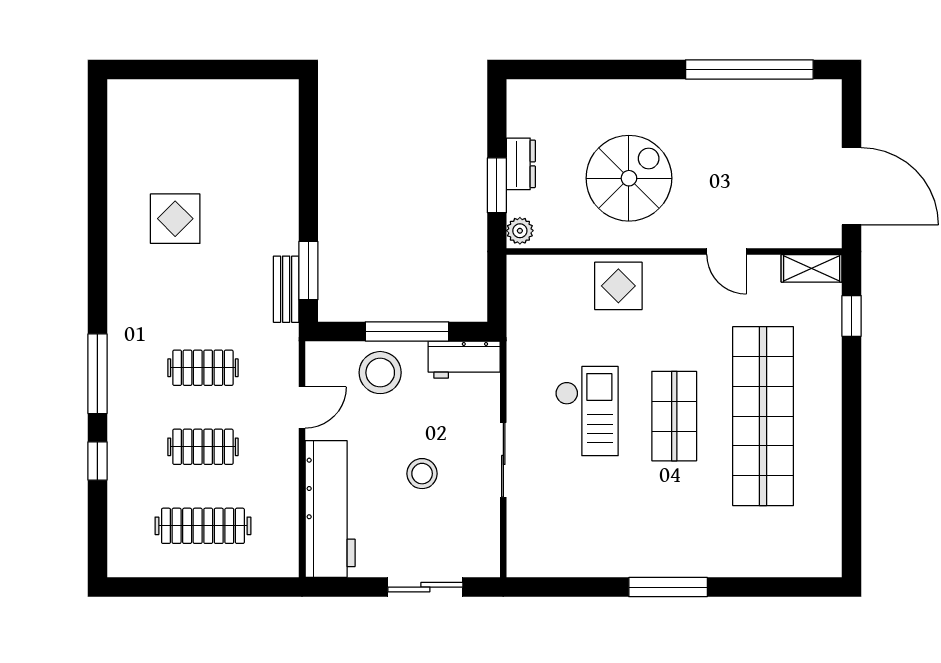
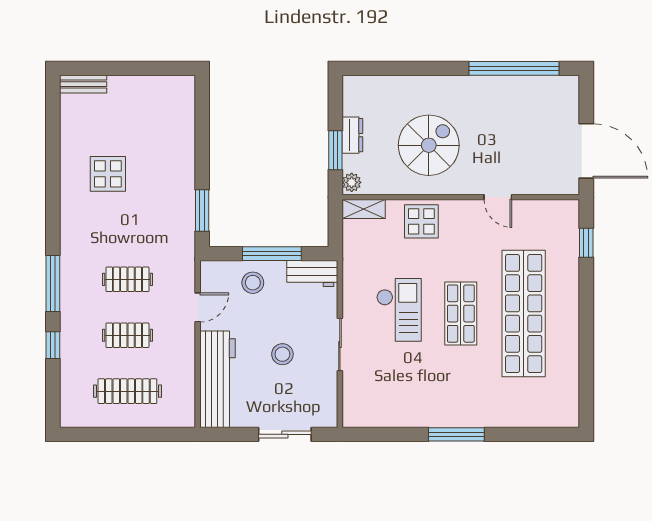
shelving: (812, 268) -> (364, 209), moved
bench: (286, 289) -> (83, 84), moved, turned 90
stool: (380, 373) -> (253, 283), width x0.73, depth x0.73

